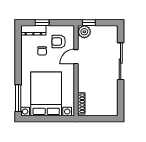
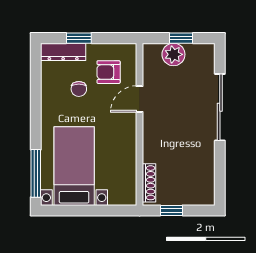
window: (89, 23) -> (181, 38), moved
plant: (84, 32) -> (173, 54), moved
bed with nightstands: (46, 94) -> (74, 166), width x0.73
window: (94, 119) -> (171, 210), added

